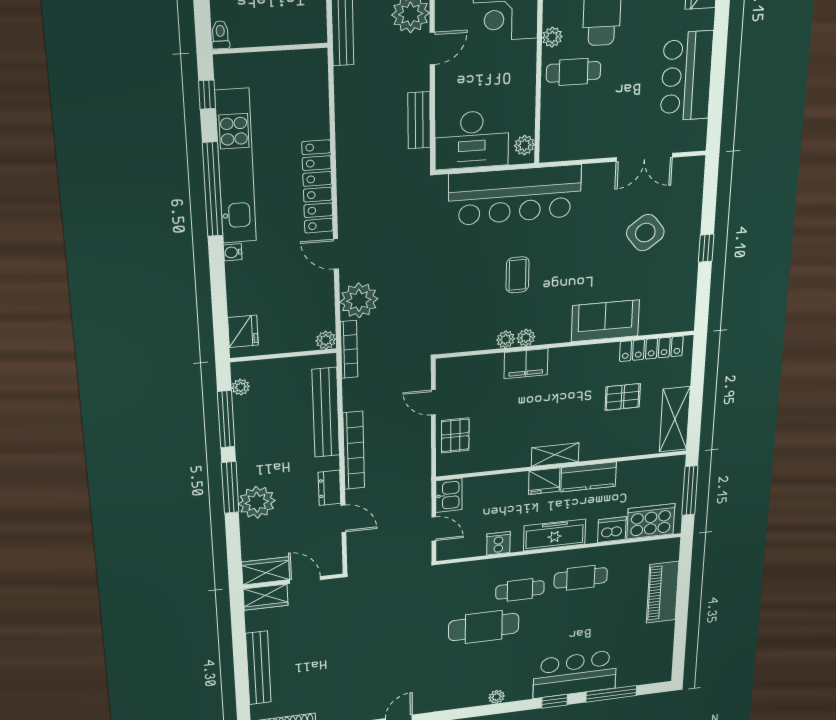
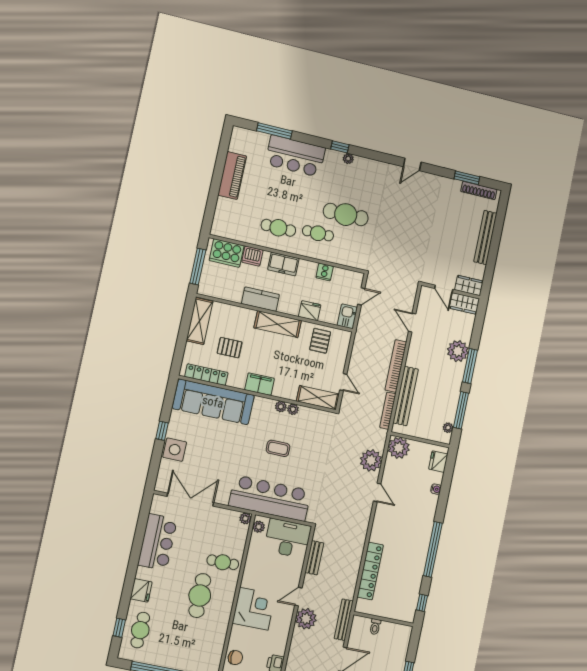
toilet: (220, 35) -> (375, 627), moved
plant: (552, 37) -> (245, 518), moved
double door: (644, 157) -> (190, 500), width x1.37
kitchen unit: (236, 167) -> (418, 559), removed
locker: (318, 187) -> (370, 571), moved
side table: (645, 233) -> (175, 450), moved, turned 37
water cooler: (233, 252) -> (436, 489), moved
coffee table: (518, 275) -> (278, 448), turned 90
sofa: (605, 321) -> (213, 402), width x1.85, depth x1.27
plant: (326, 340) -> (399, 448), width x1.87, depth x1.87
bookcase: (349, 349) -> (388, 411), moved
filing cabinet: (526, 364) -> (260, 384), moved
shelving: (469, 368) -> (318, 398), added
pallet: (455, 435) -> (320, 341), moved
shelving: (555, 455) -> (278, 324), width x1.50, depth x1.33
fridge: (544, 481) -> (310, 311), moved
dresser: (329, 488) -> (415, 346), removed
door: (434, 529) -> (361, 296), swing flipped
freezer: (555, 535) -> (283, 264), width x0.71
piano: (663, 592) -> (232, 175), moved
window: (555, 701) -> (340, 147), moved

